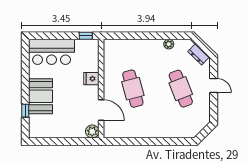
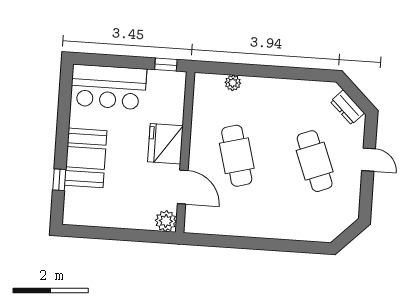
plant: (169, 44) -> (233, 83), moved
fridge: (91, 79) -> (165, 144), width x1.88, depth x1.34

